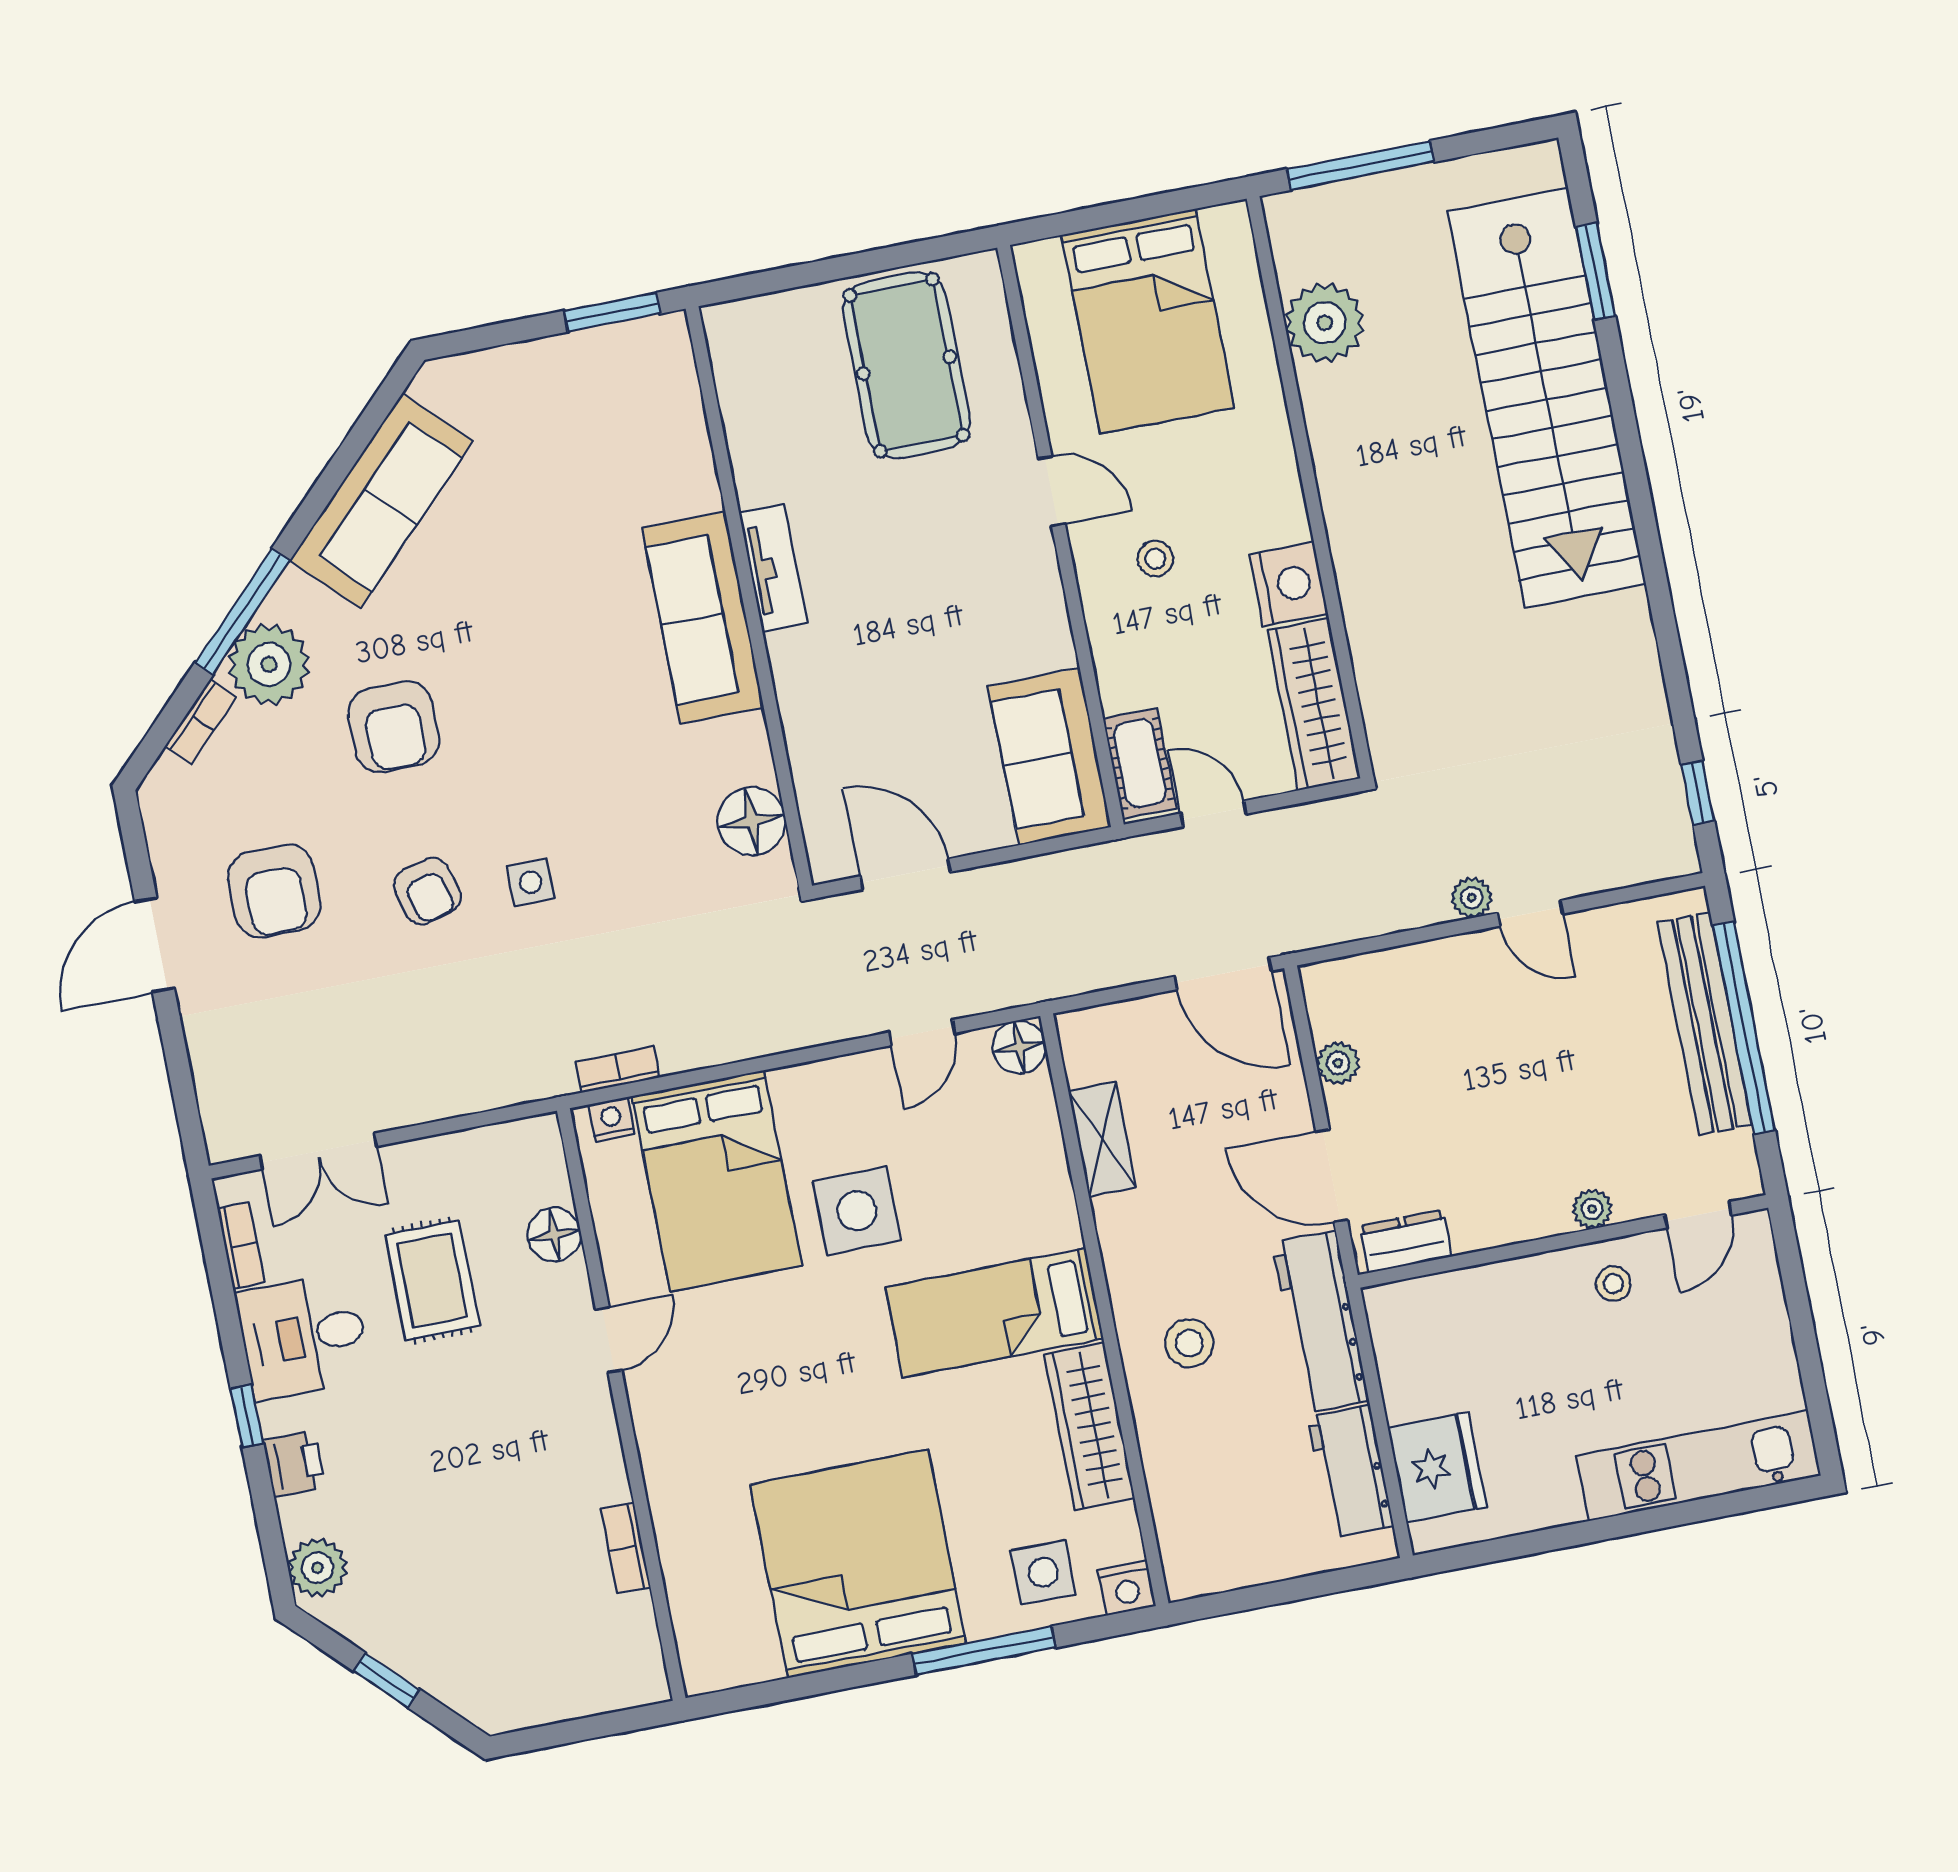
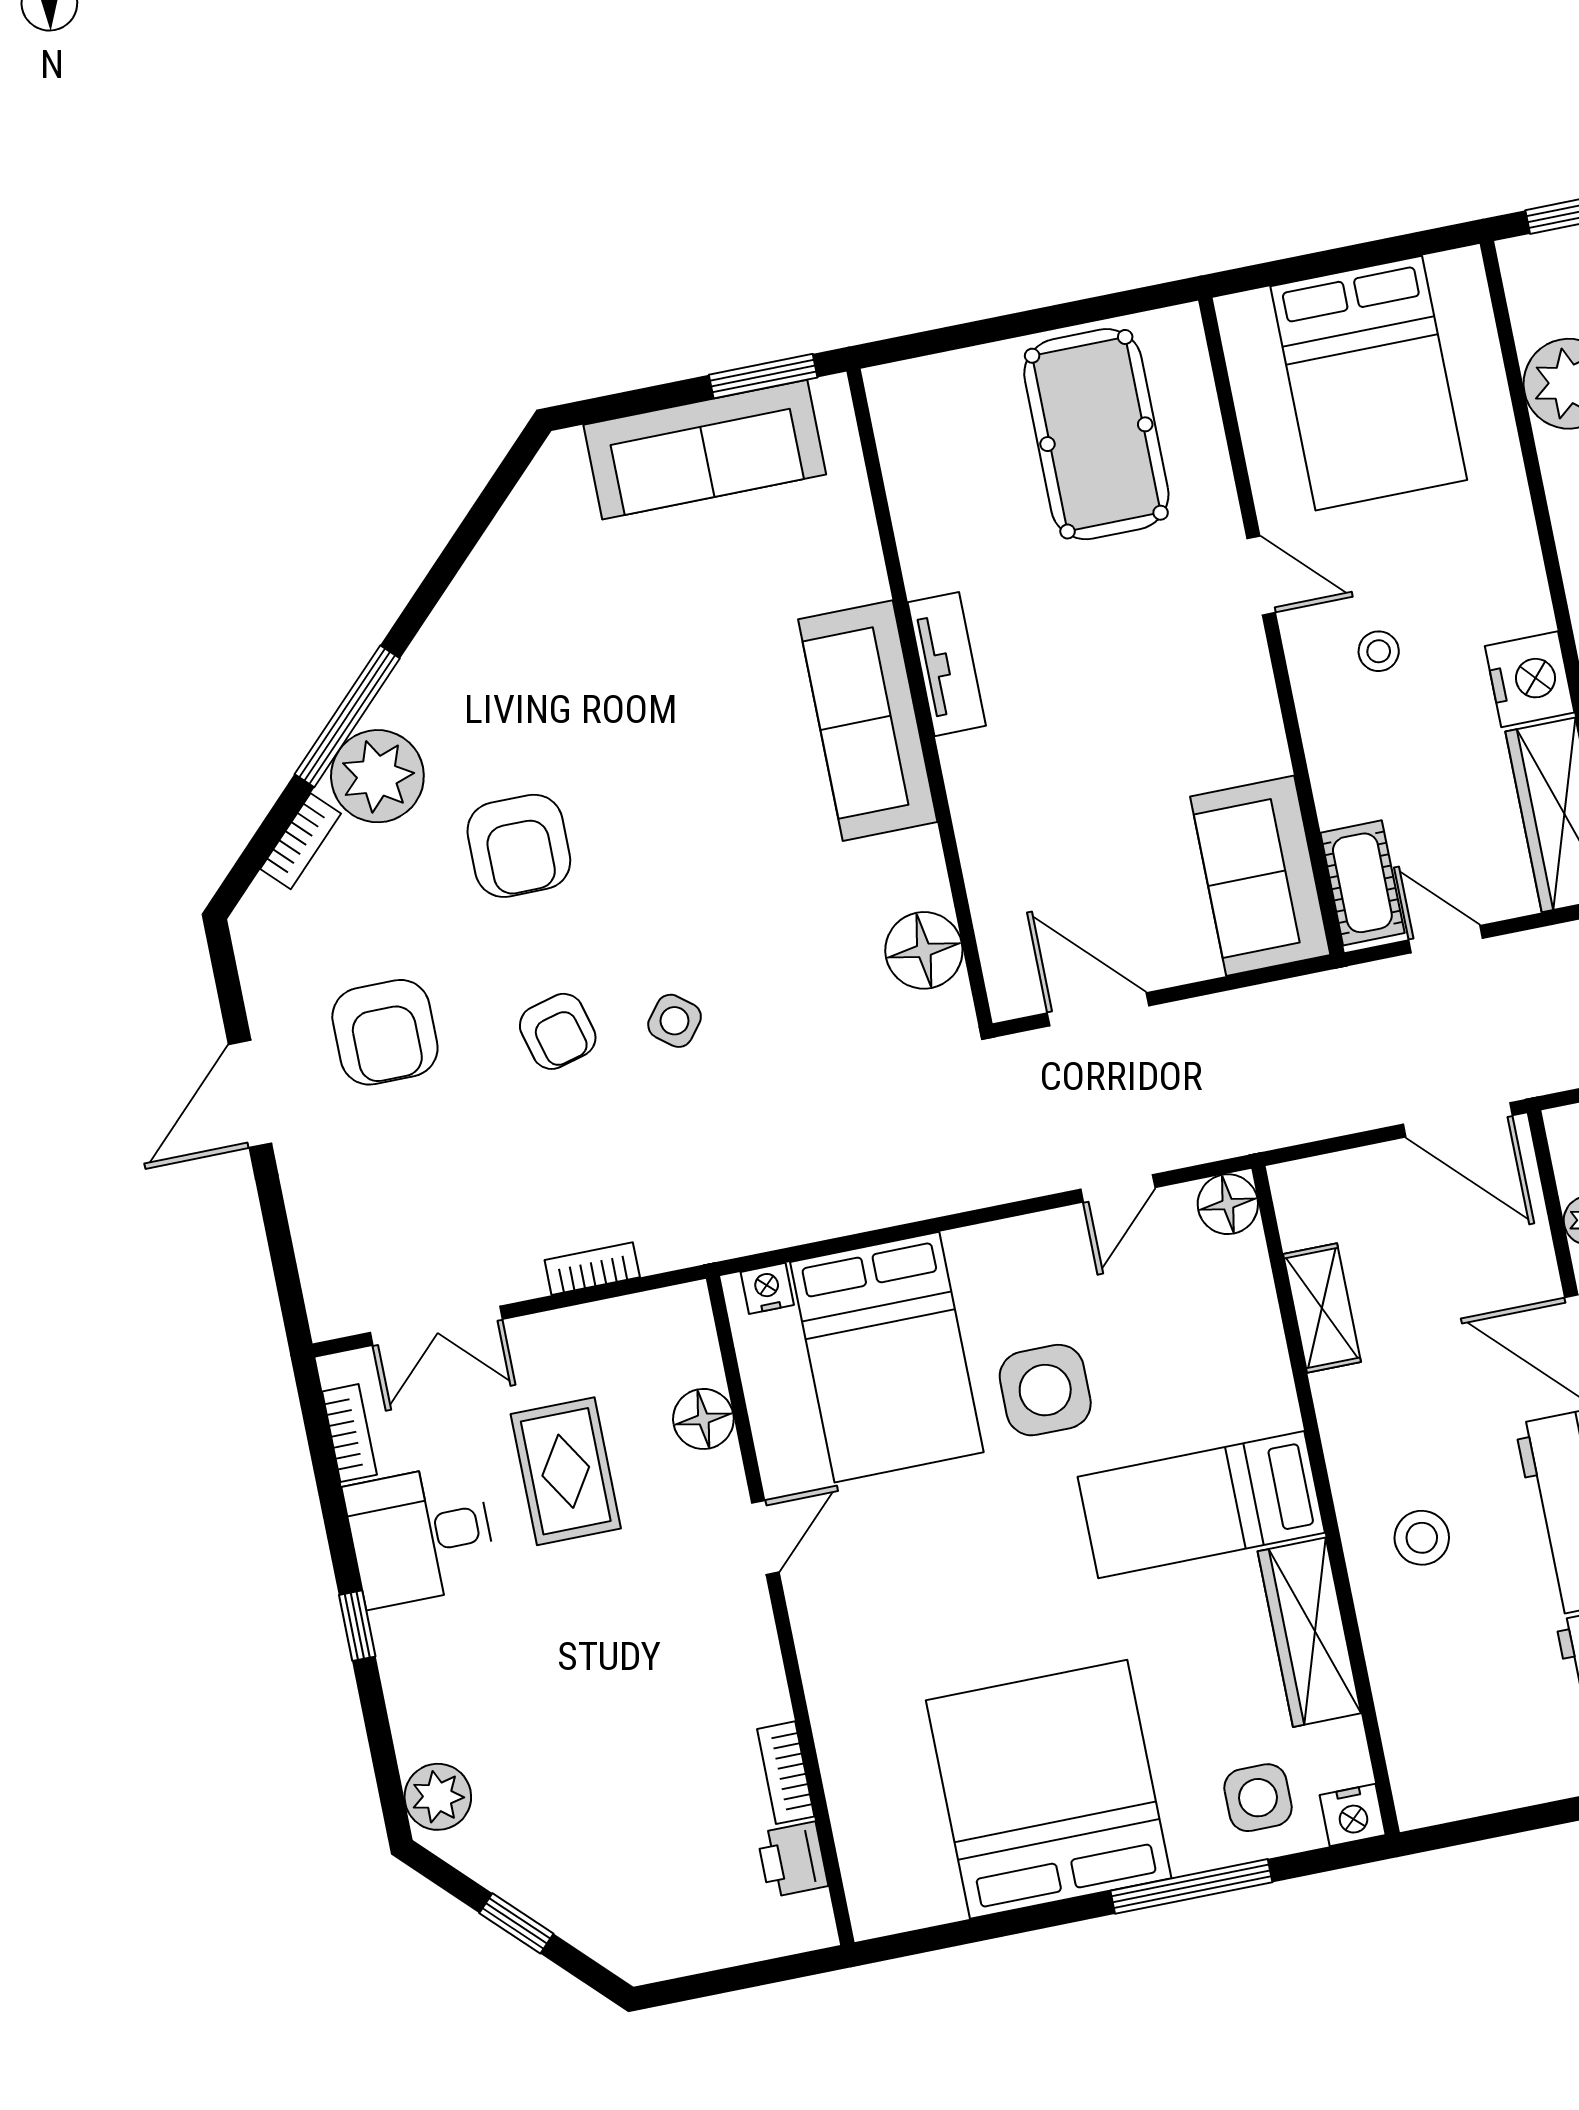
sofa: (381, 501) -> (705, 450), moved, turned 45
side table: (531, 882) -> (675, 1021), turned 38
bookcase: (618, 1070) -> (592, 1269), moved
printer: (294, 1464) -> (792, 1860), moved, turned 180

